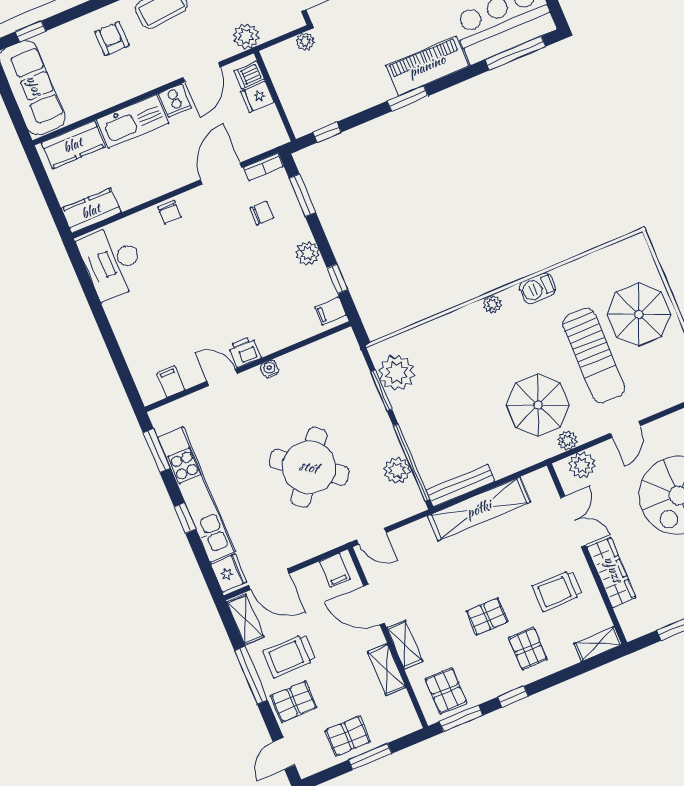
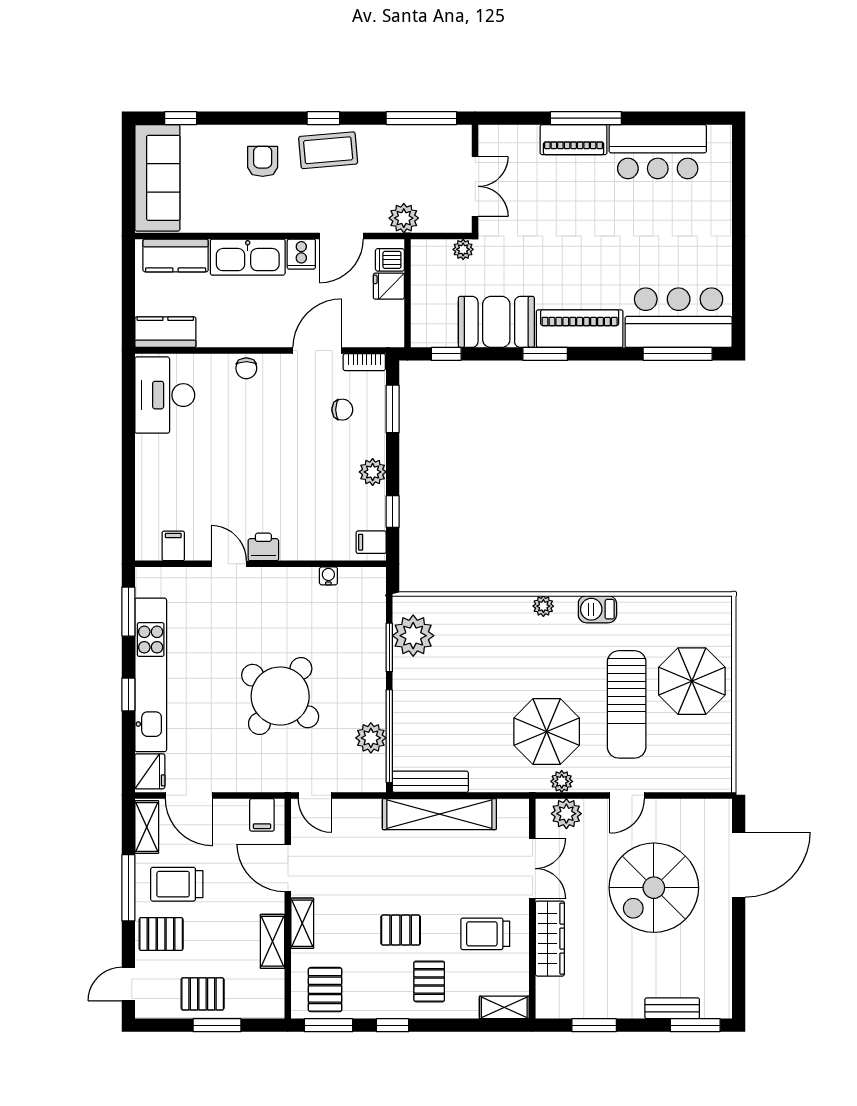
booth: (357, 89) -> (496, 322), added
water cooler: (270, 369) -> (328, 576), moved

